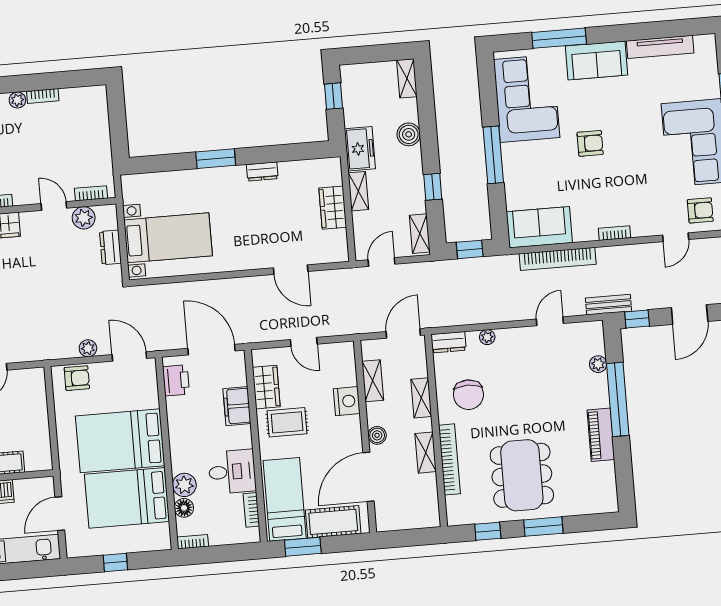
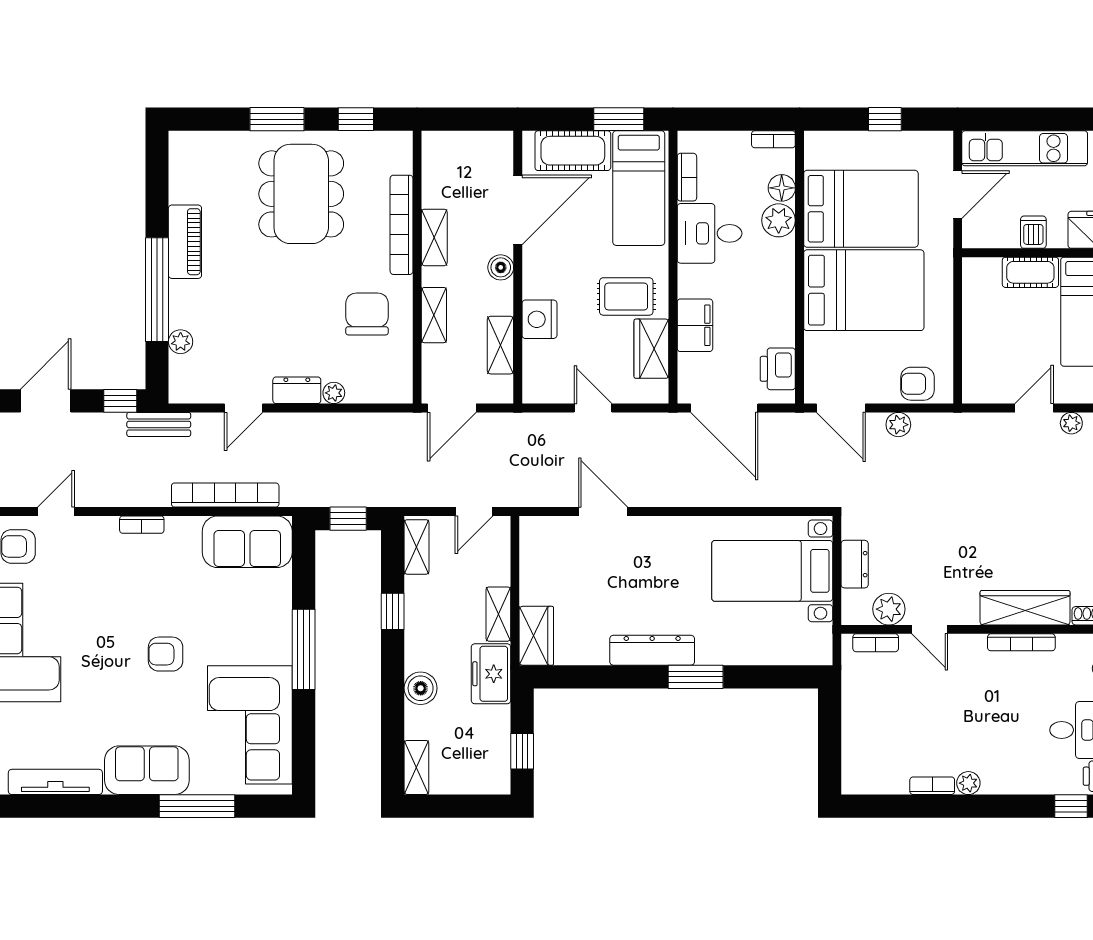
dresser: (262, 172) -> (652, 650), width x1.96, depth x1.24
wardrobe: (333, 208) -> (536, 636), moved
dresser: (448, 342) -> (297, 390), moved

